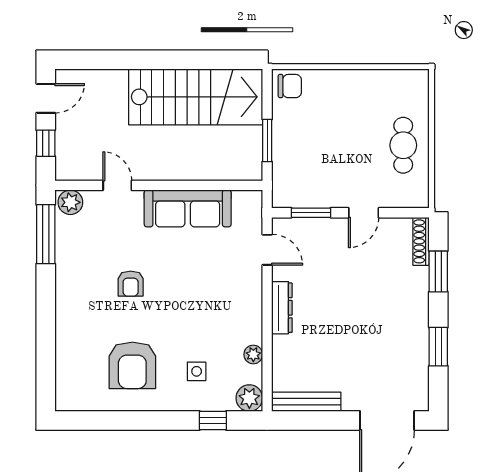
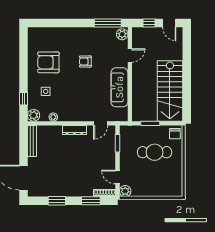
cafe table: (403, 145) -> (155, 152), moved, width x1.37, depth x1.35
plant: (417, 196) -> (125, 191), added
door: (364, 213) -> (117, 177), moved

